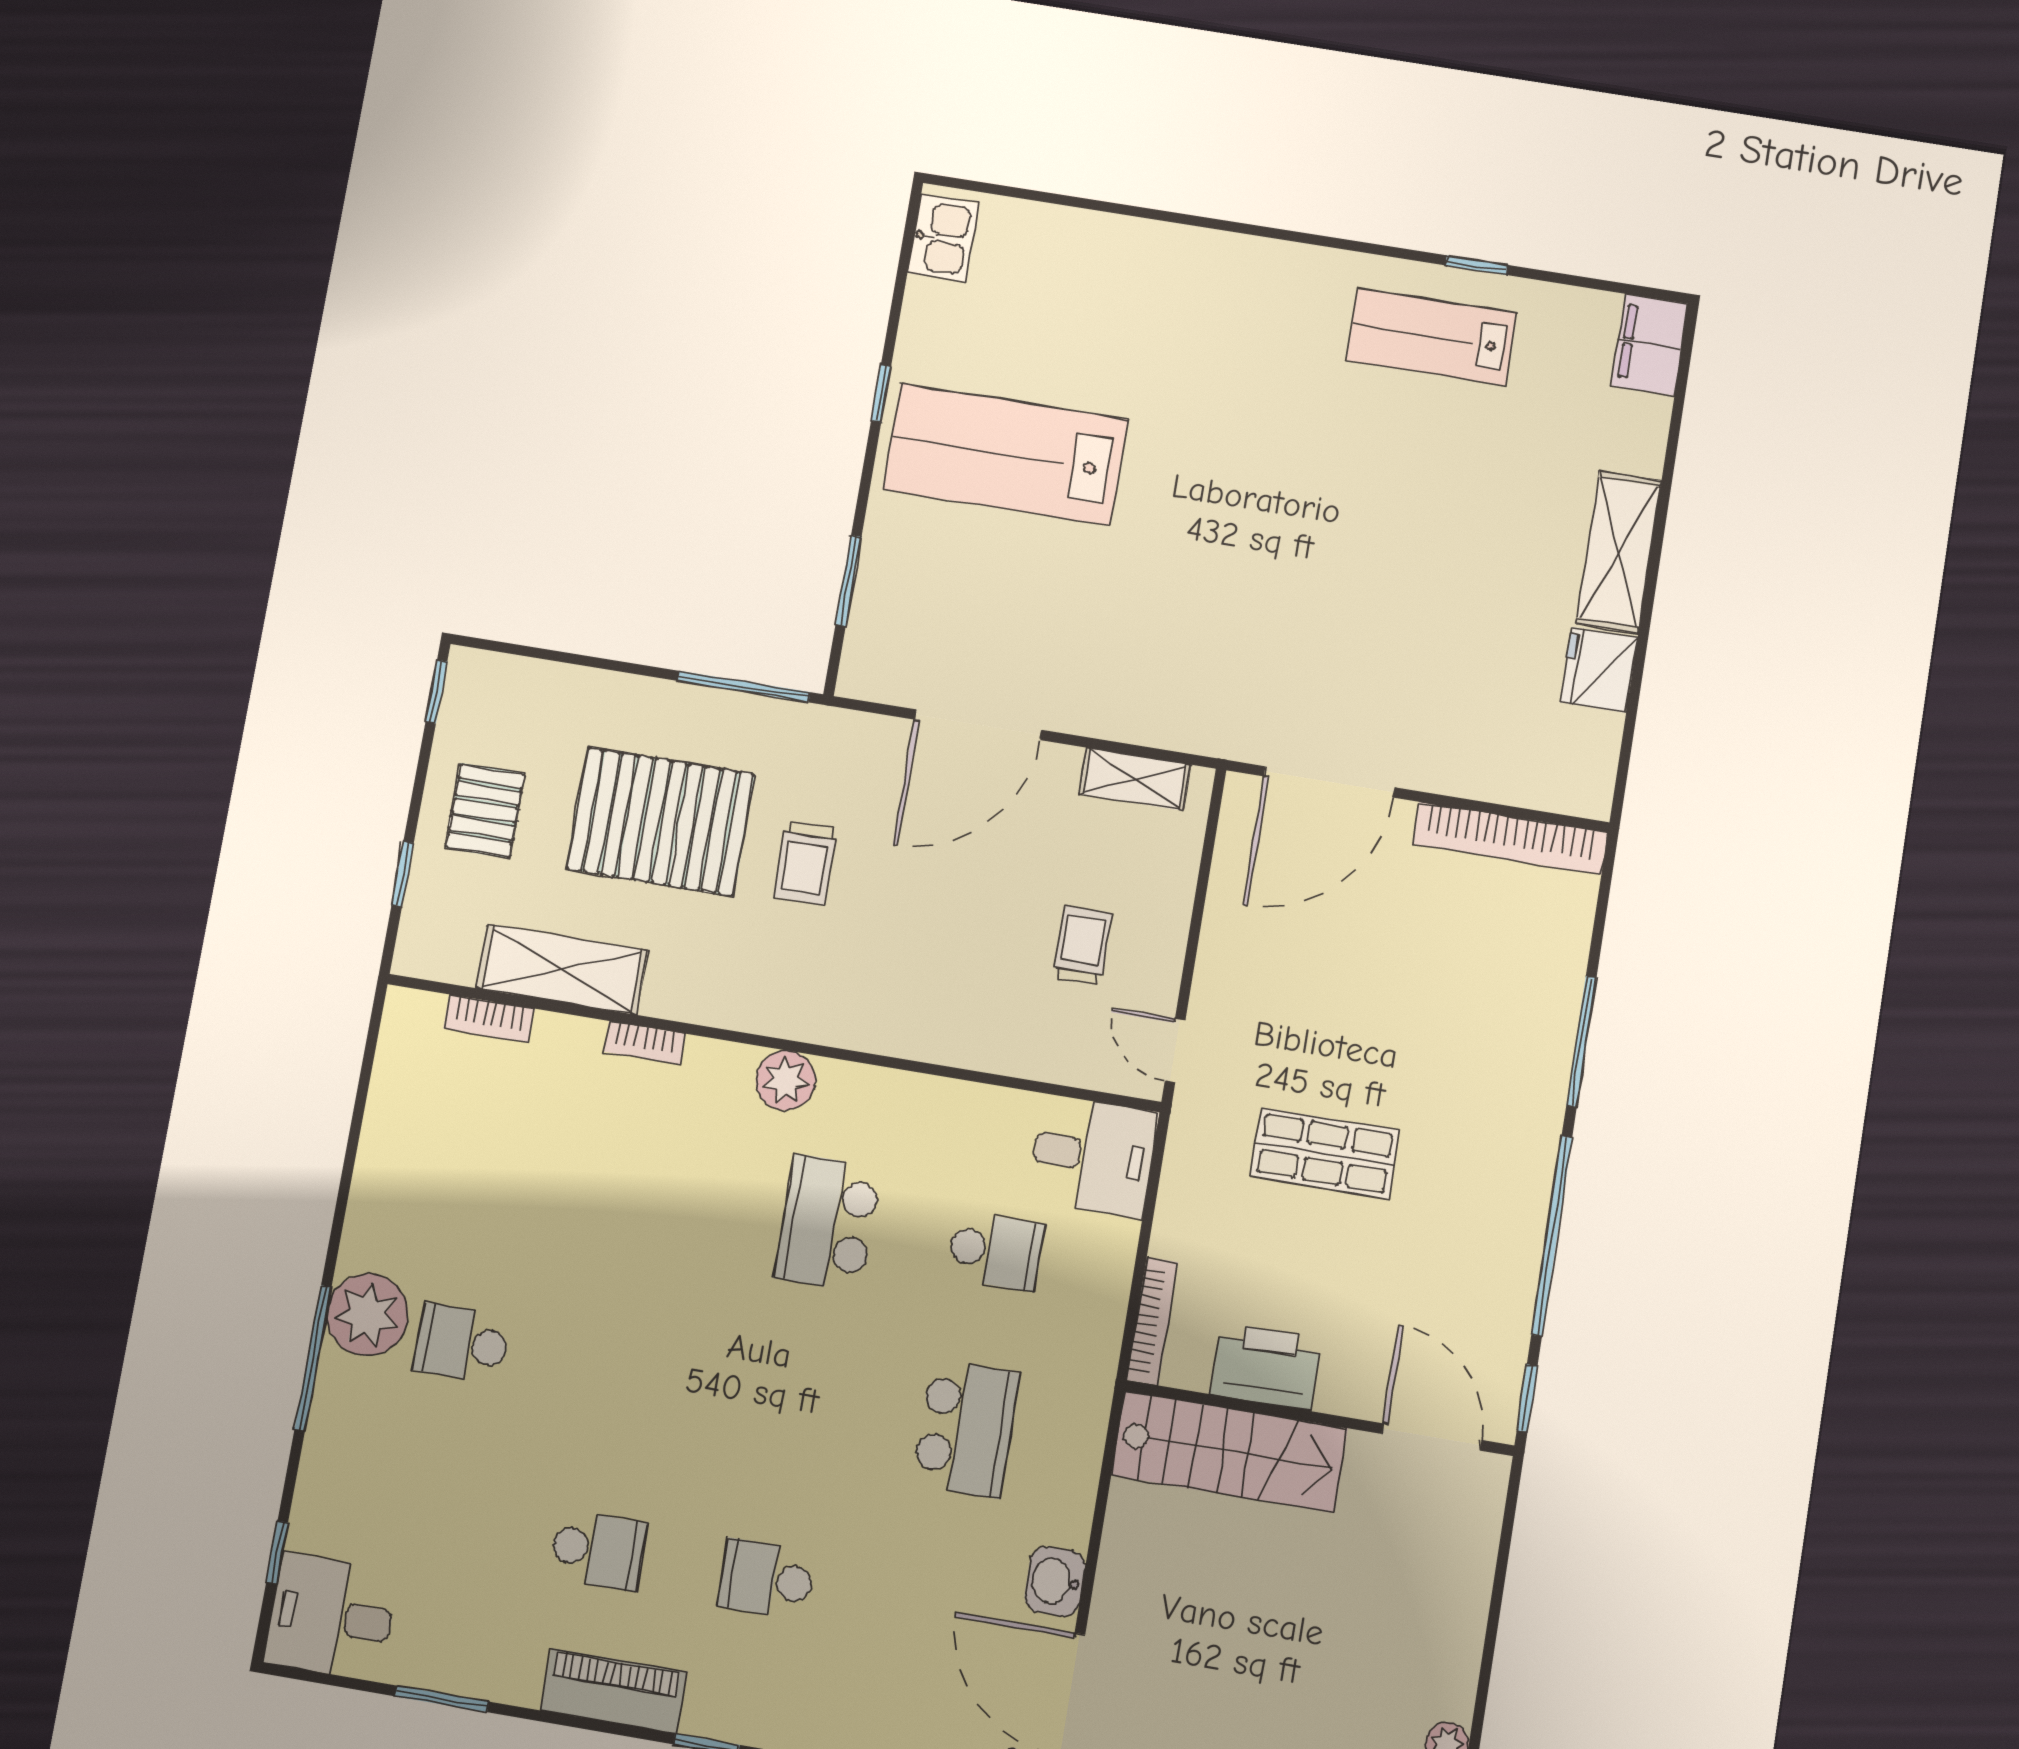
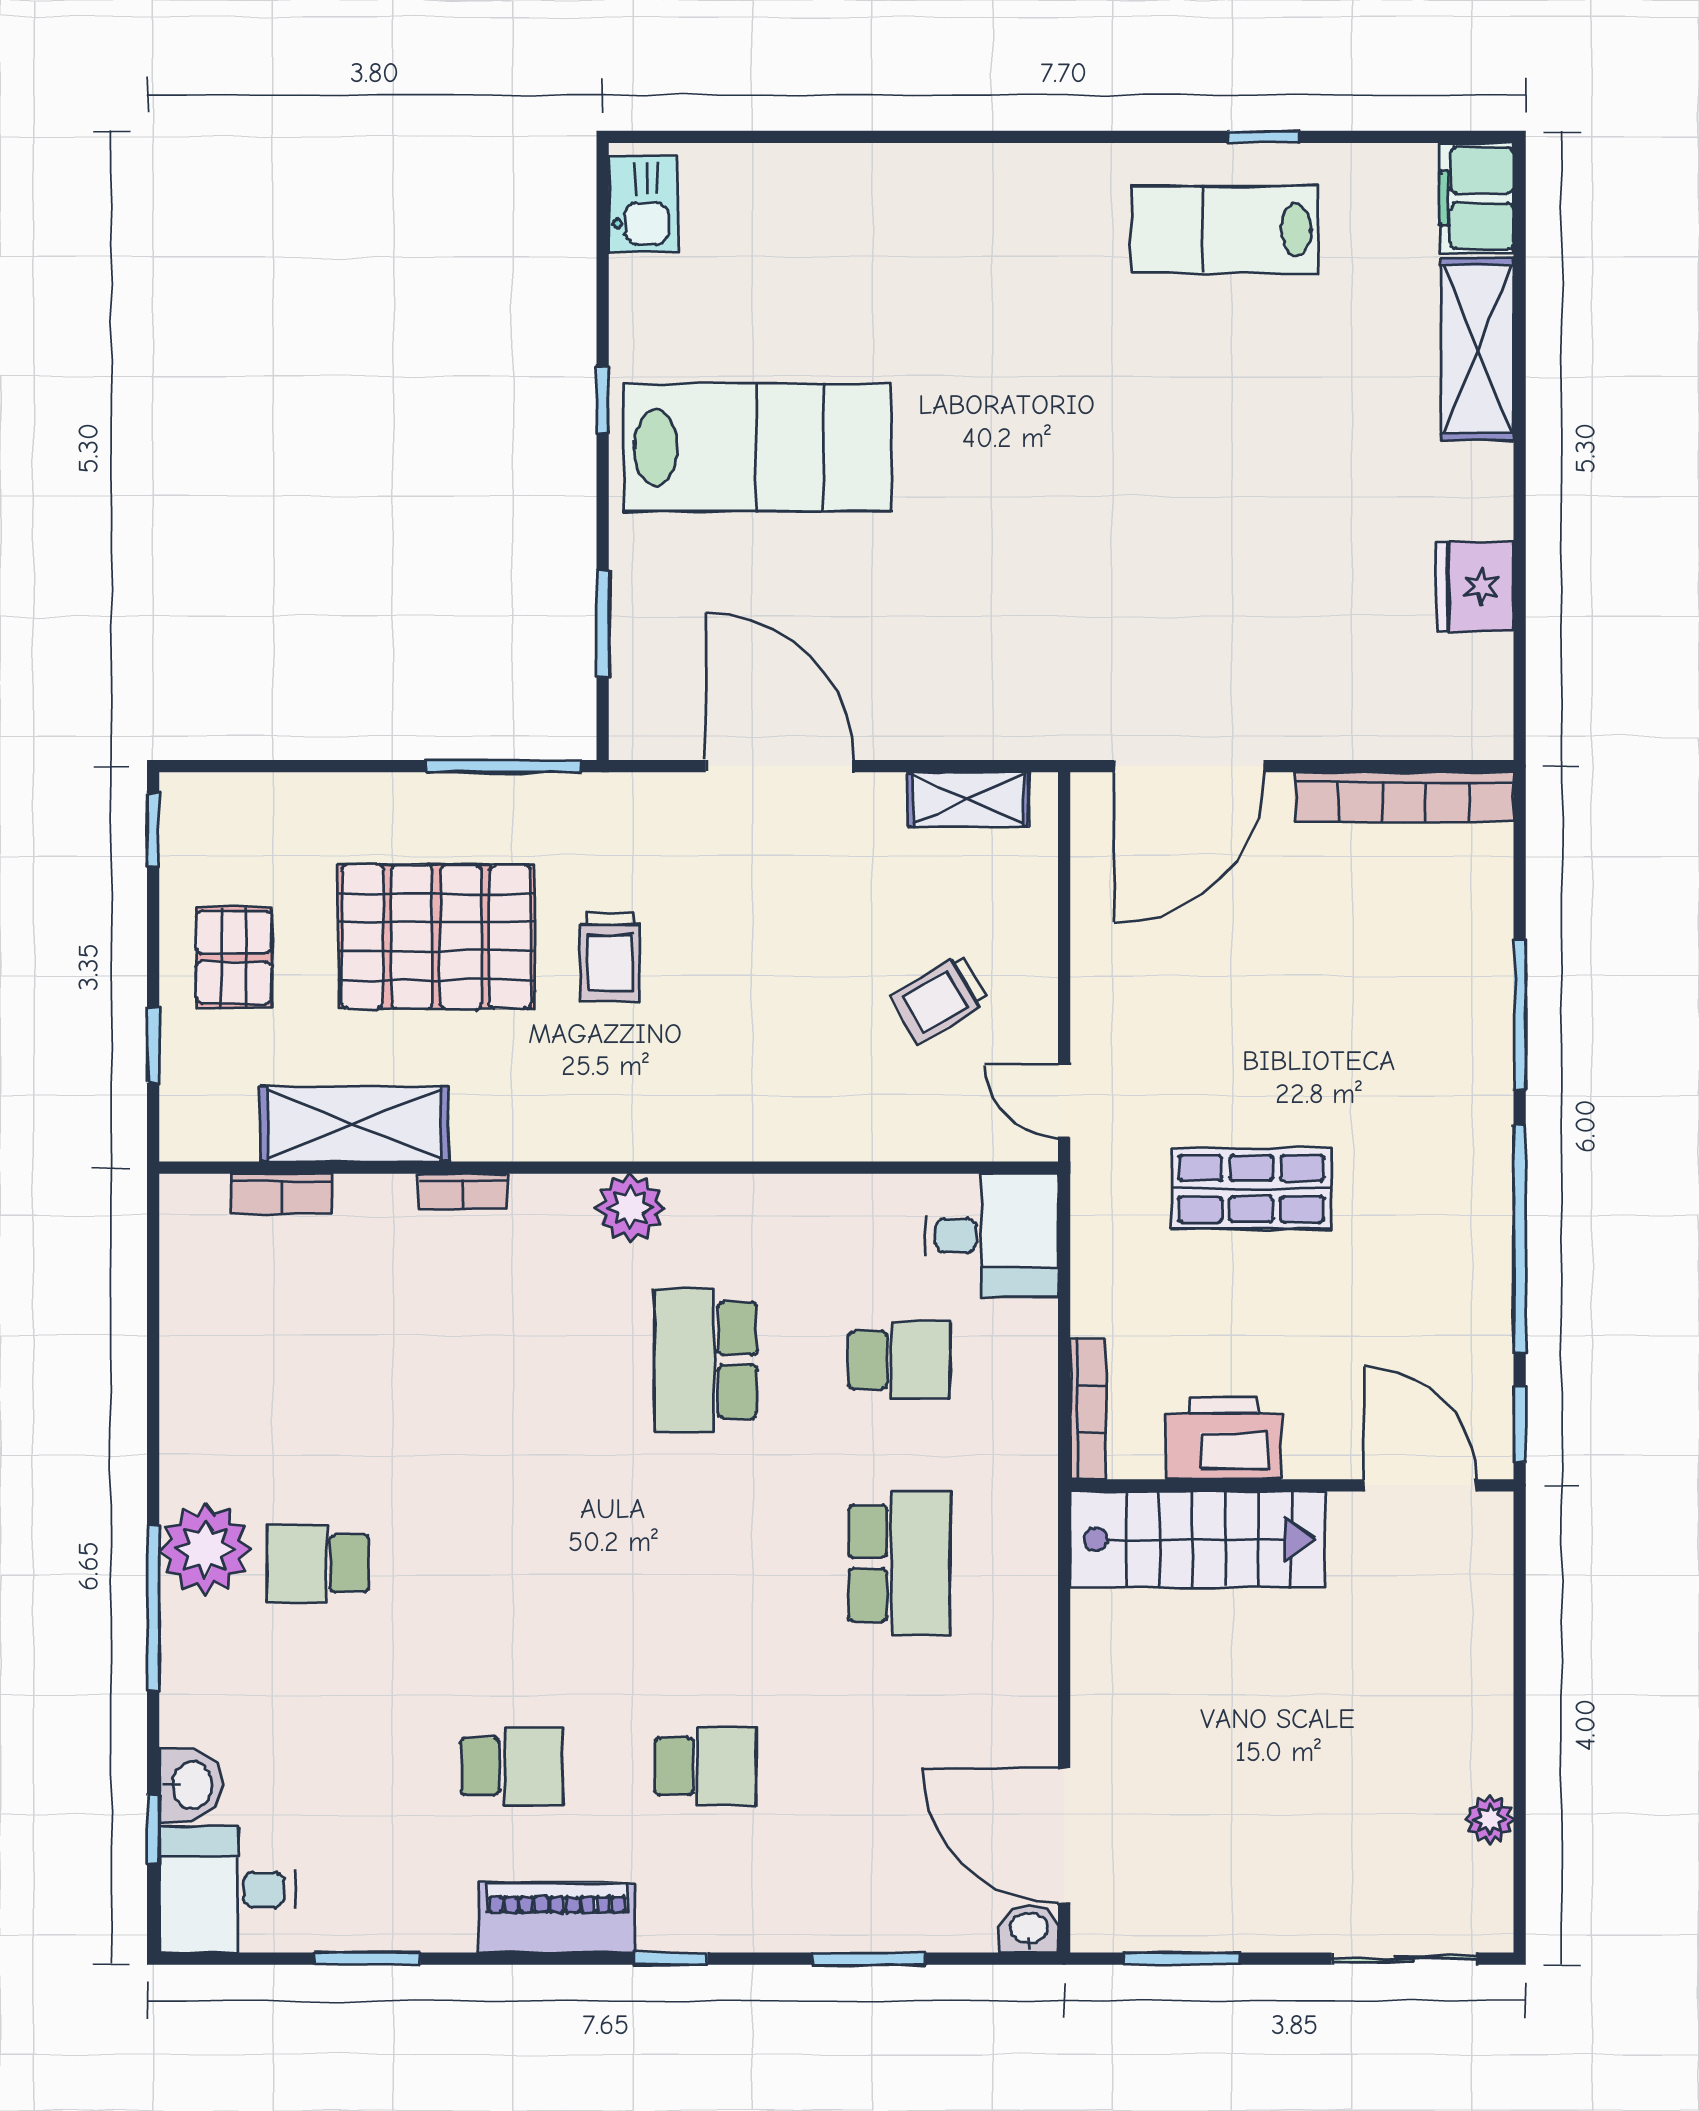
lab bench: (1005, 454) -> (758, 447), turned 180
shelving: (1619, 552) -> (1477, 349), moved
door: (978, 725) -> (779, 766), swing flipped
trolley: (1082, 945) -> (940, 999), turned -121
school desk: (767, 1579) -> (706, 1766), turned 180
washbasin: (1055, 1582) -> (190, 1785), moved, turned 180

